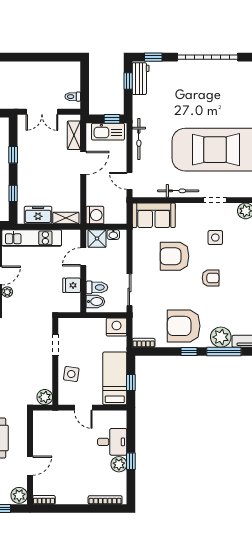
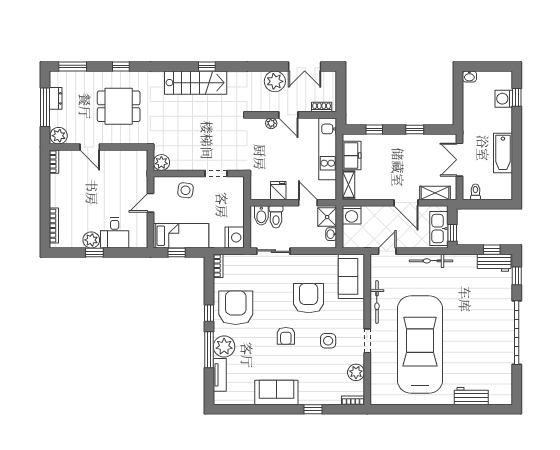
bathtub: (36, 70) -> (503, 153), added

